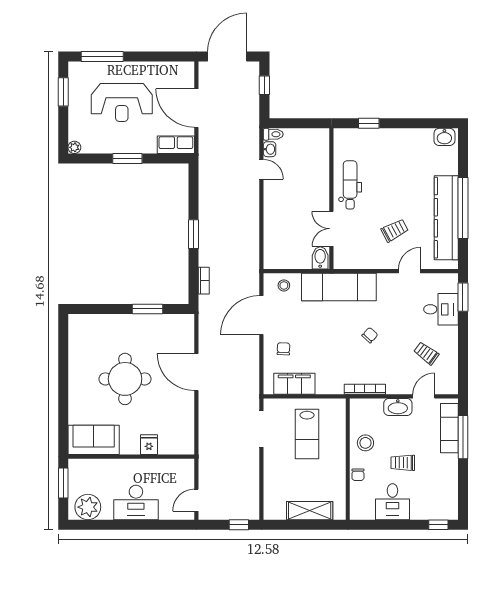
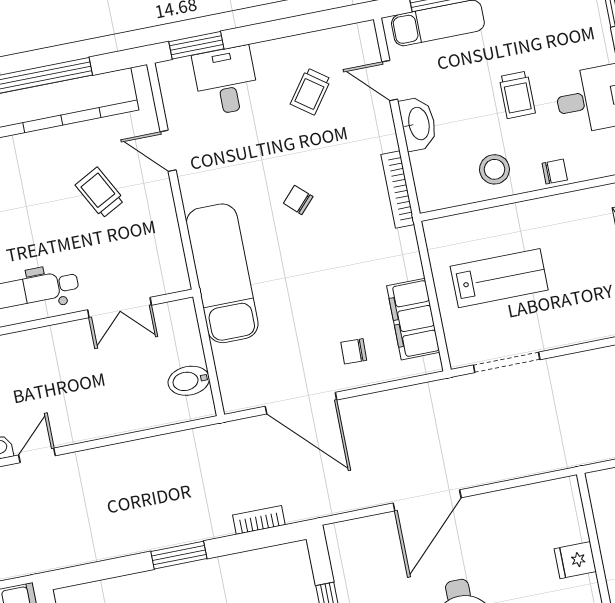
bidet: (320, 258) -> (189, 381), moved
stool: (284, 285) -> (239, 373), removed

